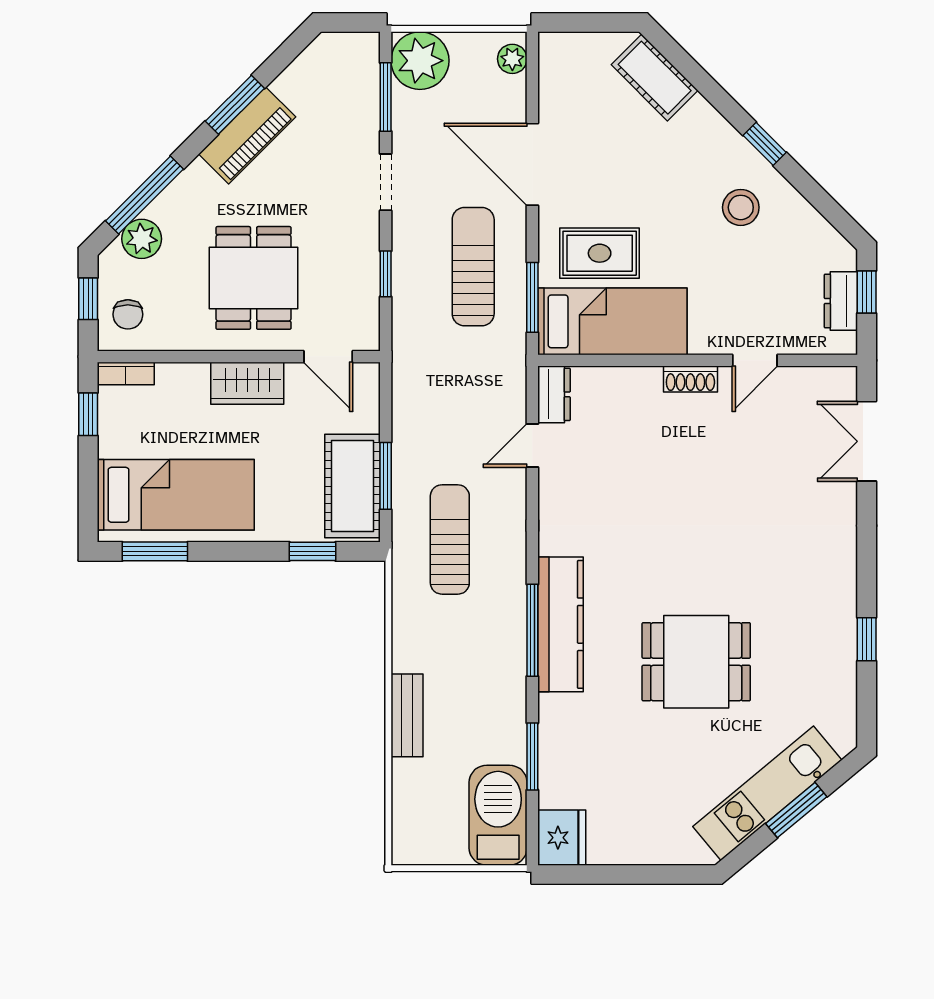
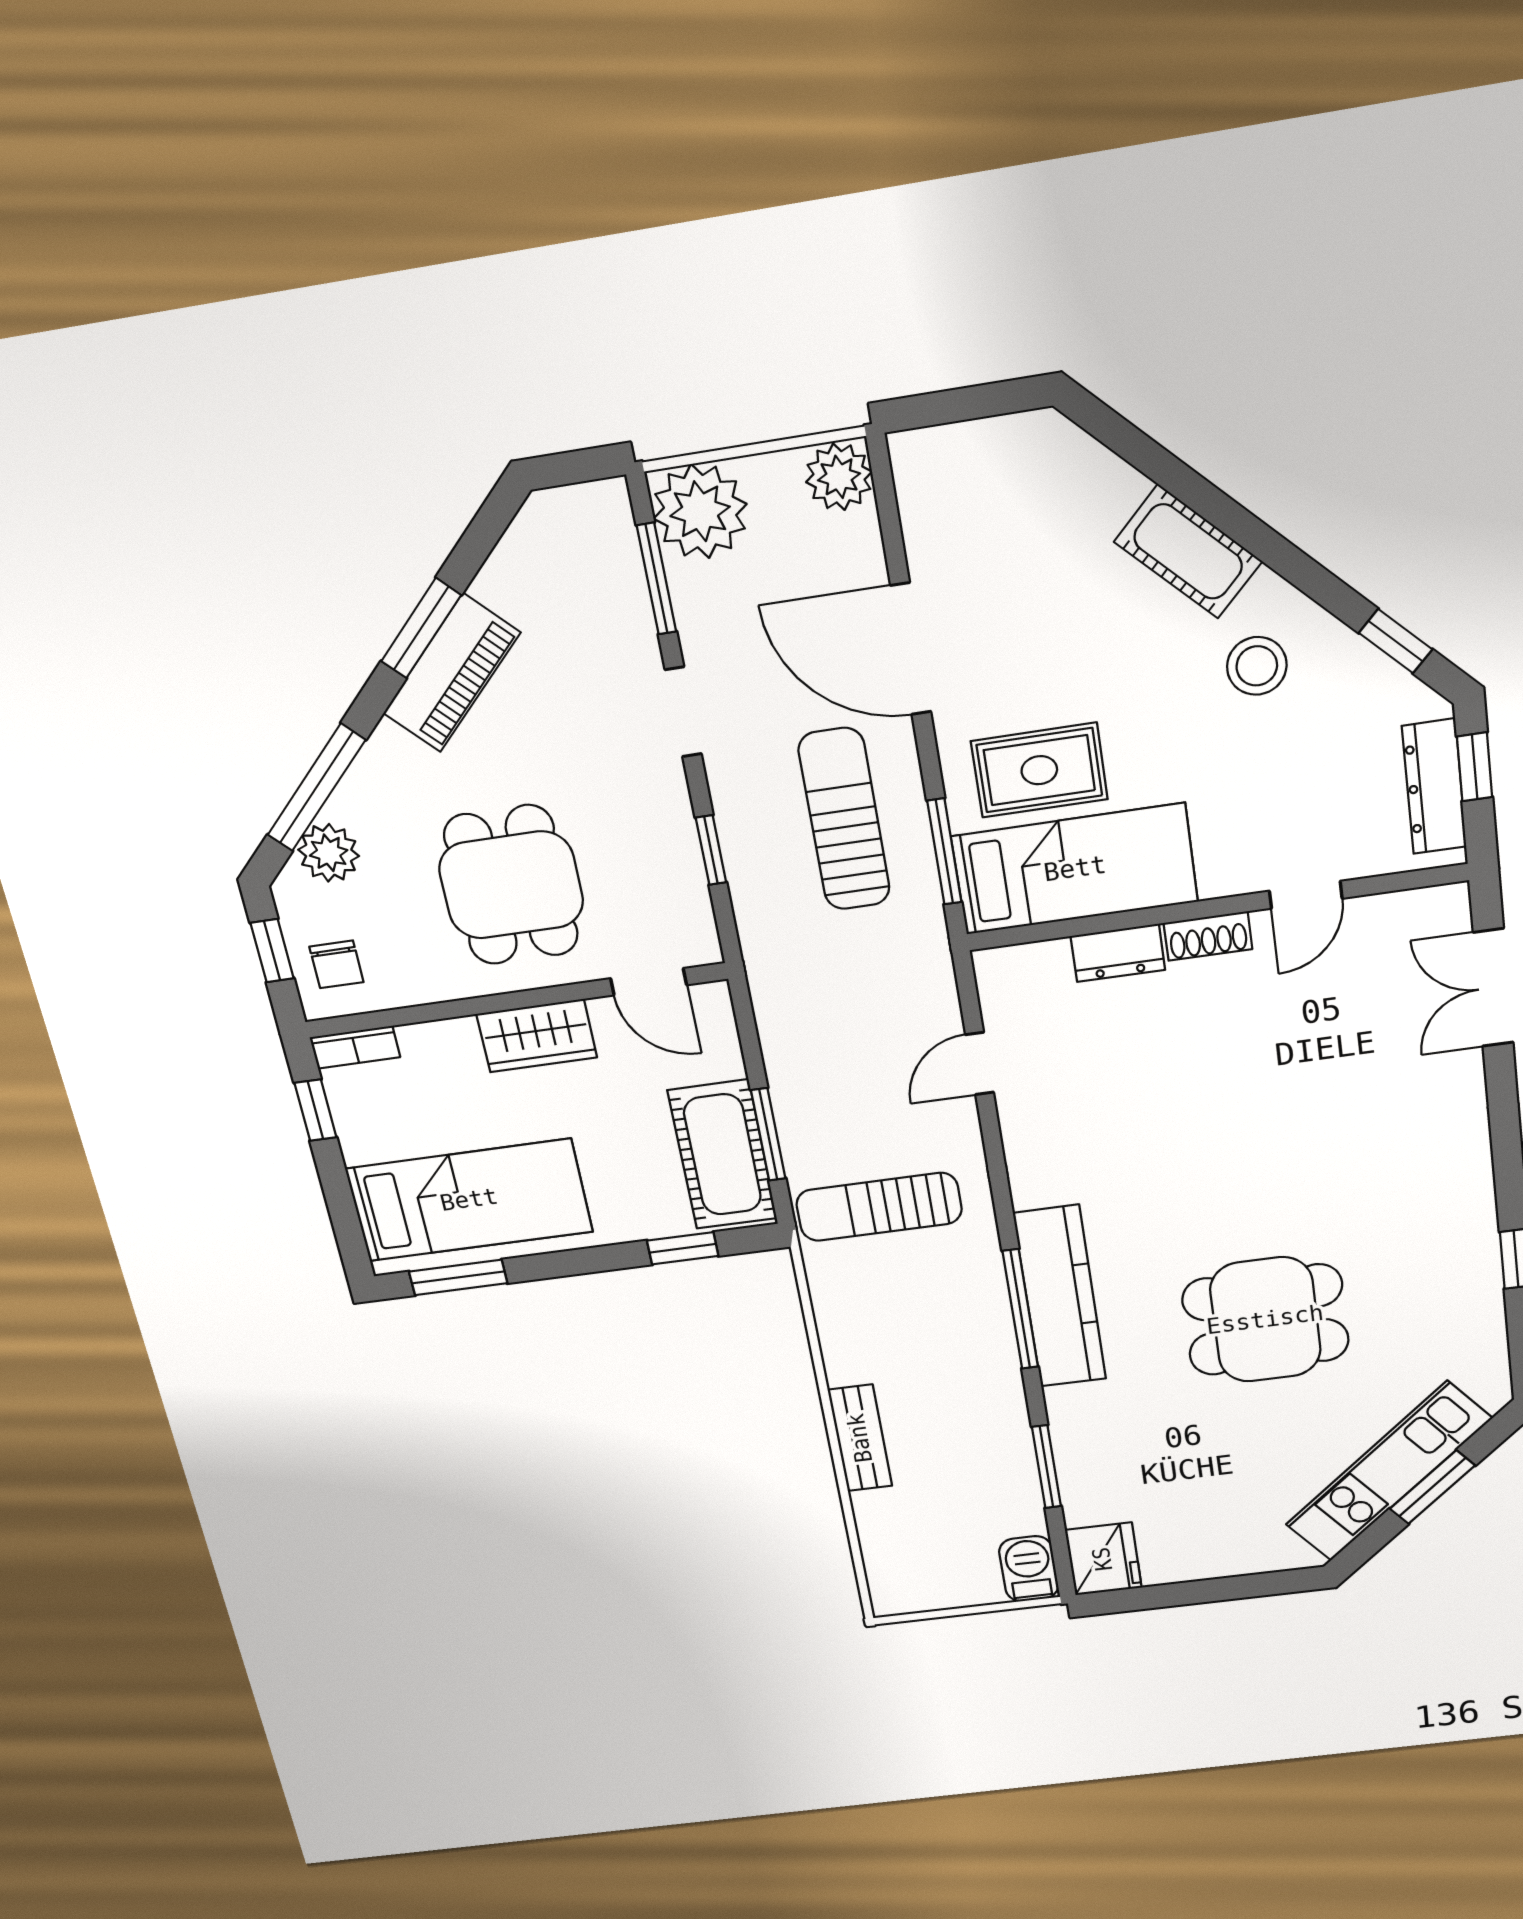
plant: (512, 59) -> (839, 477), width x1.38, depth x1.38
cot: (655, 78) -> (1188, 552), moved
window: (765, 144) -> (1396, 641), moved
dresser: (841, 301) -> (1434, 787), width x1.44
dresser: (554, 394) -> (1118, 953), moved, turned 90
sun lounger: (450, 539) -> (879, 1207), turned -90
barbecue: (498, 815) -> (1029, 1569), width x0.53, depth x0.65

